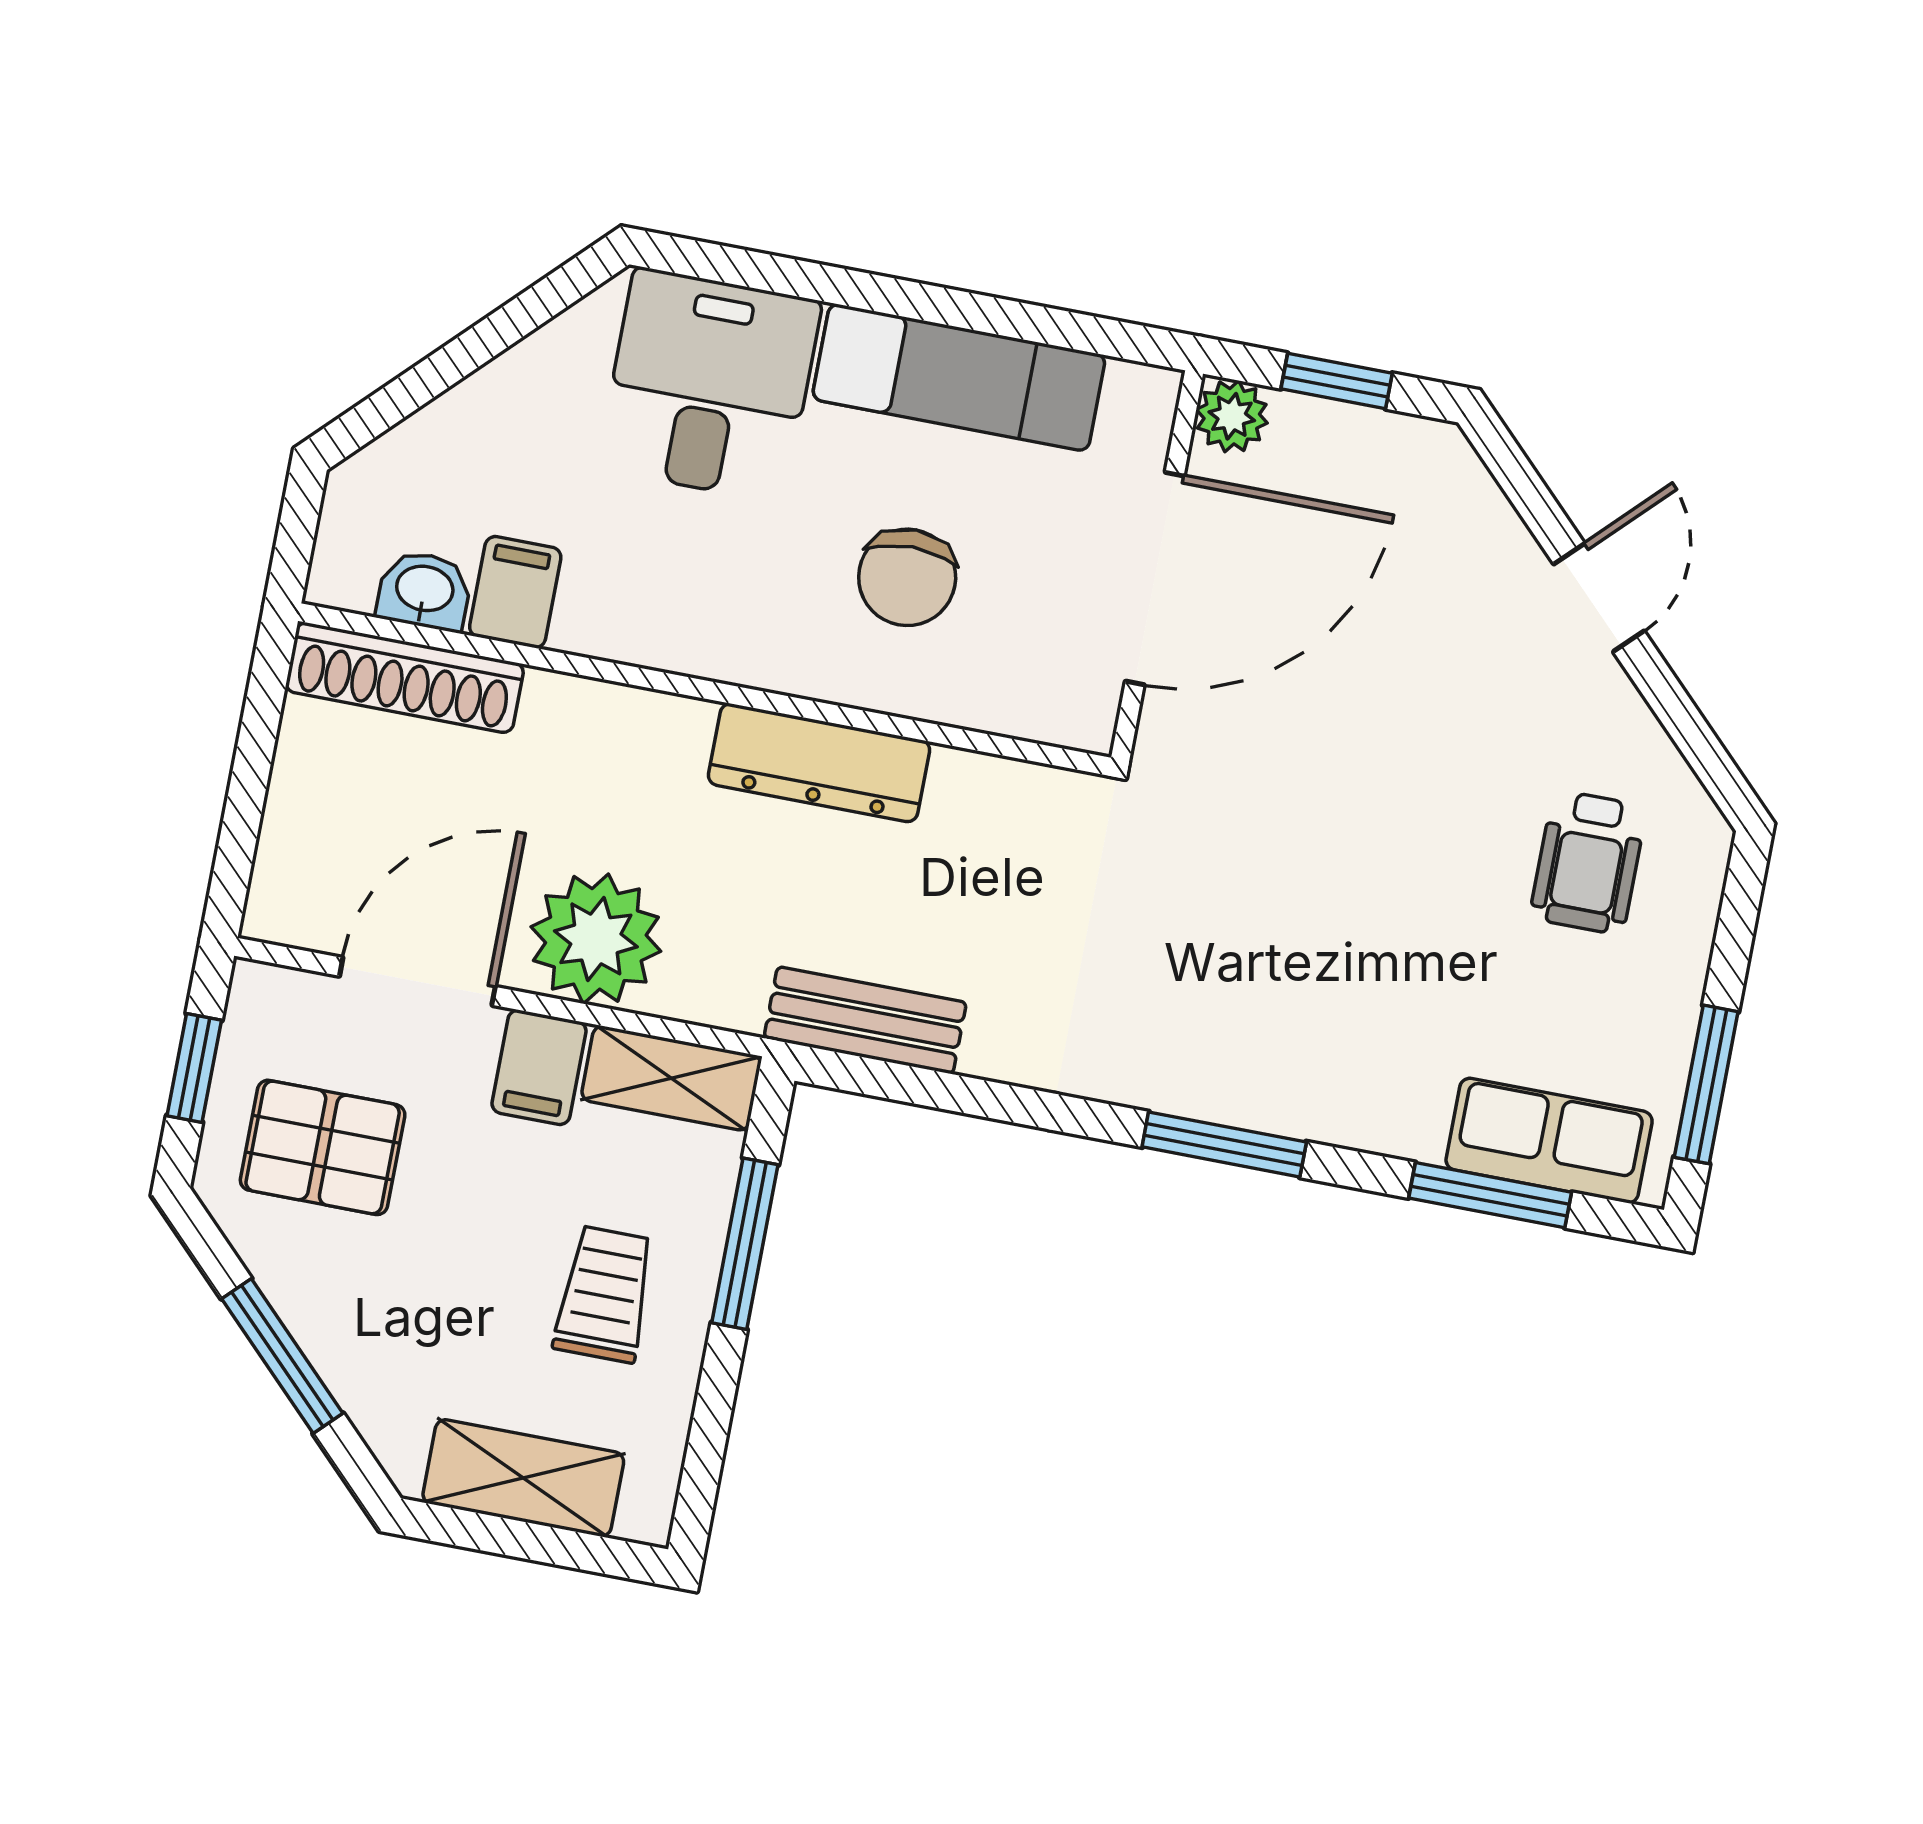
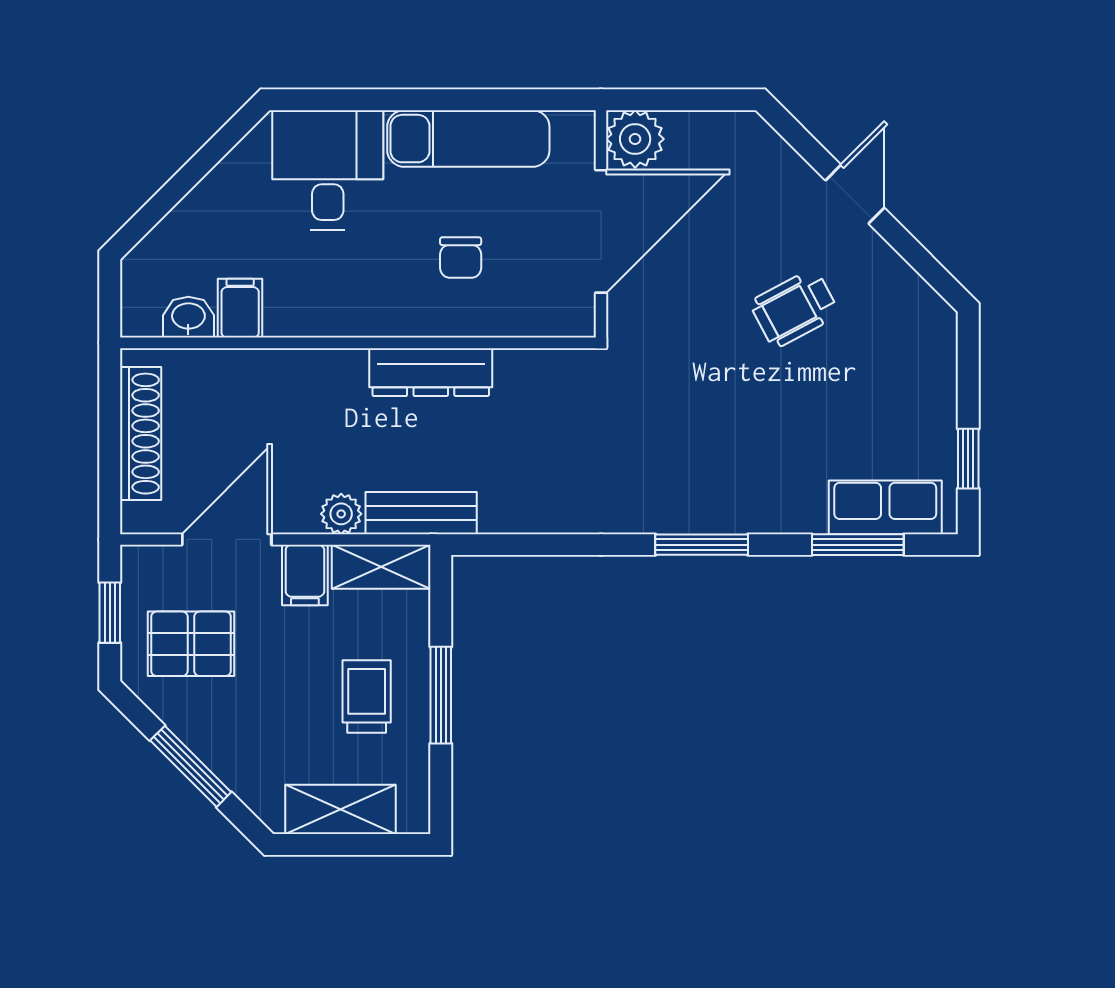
window: (1337, 381) -> (683, 100), removed
plant: (1232, 416) -> (635, 139), width x1.38, depth x1.38
chair: (907, 577) -> (461, 258), width x0.73, depth x0.73
shoe rack: (405, 678) -> (141, 434), moved, turned -90
wheelchair: (1588, 862) -> (794, 308), moved, turned 62
plant: (596, 939) -> (341, 514), width x0.53, depth x0.53
bench: (865, 1020) -> (421, 513), moved
window: (1706, 1084) -> (968, 459), width x0.67
window: (745, 1244) -> (441, 695), moved

